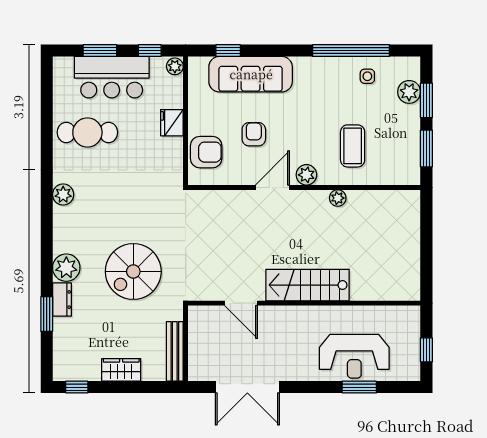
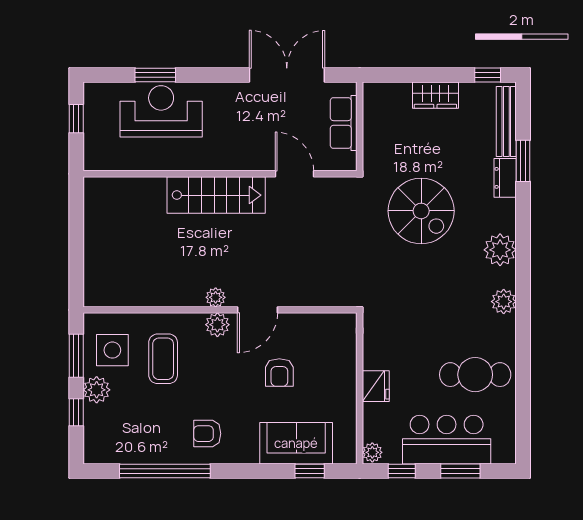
sofa: (251, 74) -> (296, 443), width x0.73
side table: (367, 76) -> (112, 350), moved, width x1.87, depth x1.87
plant: (409, 92) -> (97, 390), moved
window: (426, 100) -> (76, 412), width x0.67
armchair: (206, 152) -> (207, 434), moved, width x0.72, depth x0.72
plant: (338, 198) -> (216, 297), moved
plant: (66, 268) -> (500, 250), moved
spiral stairs: (133, 272) -> (421, 211), turned 90
row of seats: (199, 346) -> (344, 123), added
bench: (175, 351) -> (506, 121), moved

